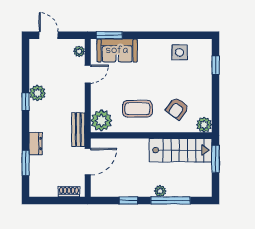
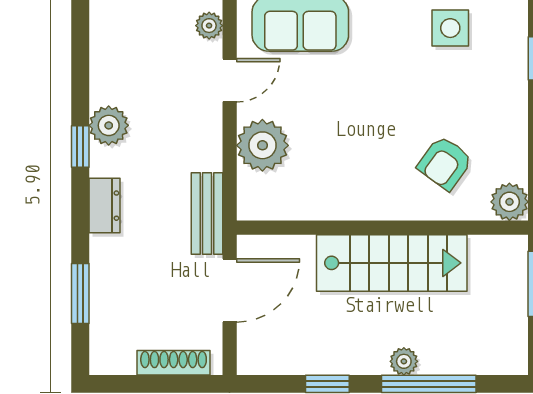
coffee table: (137, 109) -> (349, 163), removed
plant: (101, 120) -> (262, 145), moved
dresser: (36, 143) -> (104, 206), moved
stairs: (181, 150) -> (392, 263), moved
shoe rack: (69, 192) -> (174, 363), width x1.43

